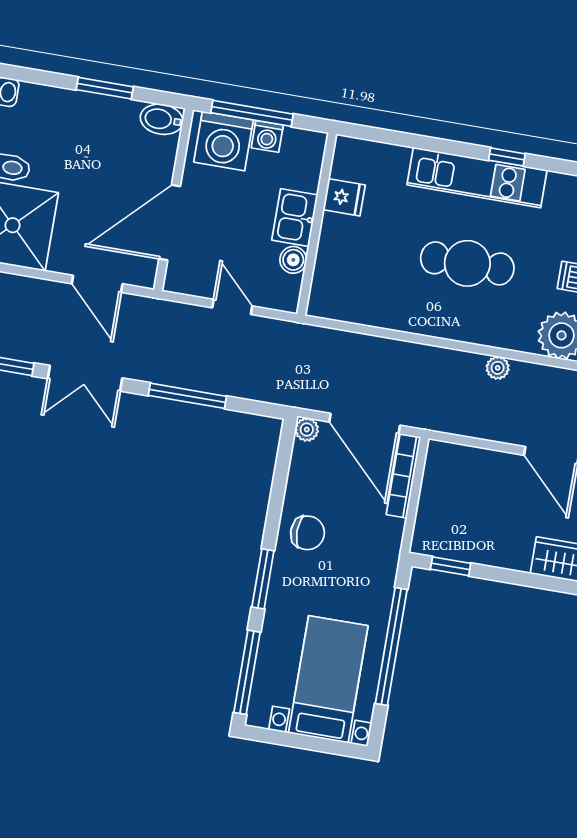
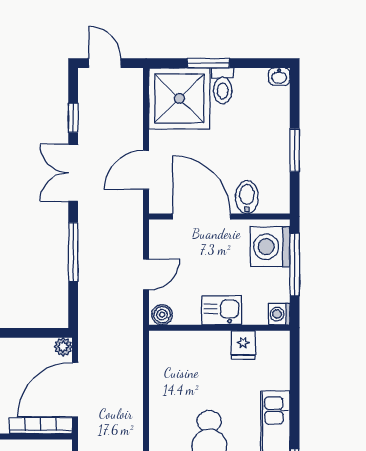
bidet: (162, 119) -> (247, 197), moved
washing machine: (267, 136) -> (279, 314), moved
boiler: (293, 260) -> (162, 315), moved

